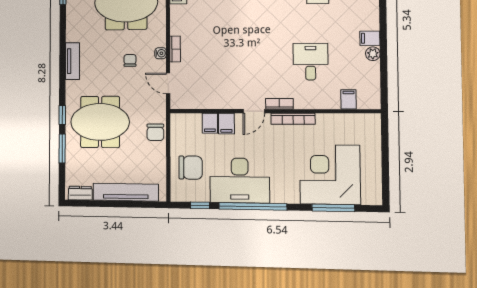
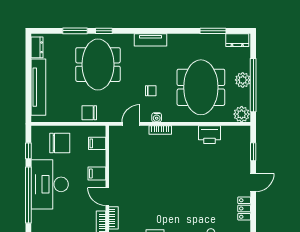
filing cabinet: (210, 123) -> (97, 143), moved
chair: (191, 168) -> (60, 143), turned -90

